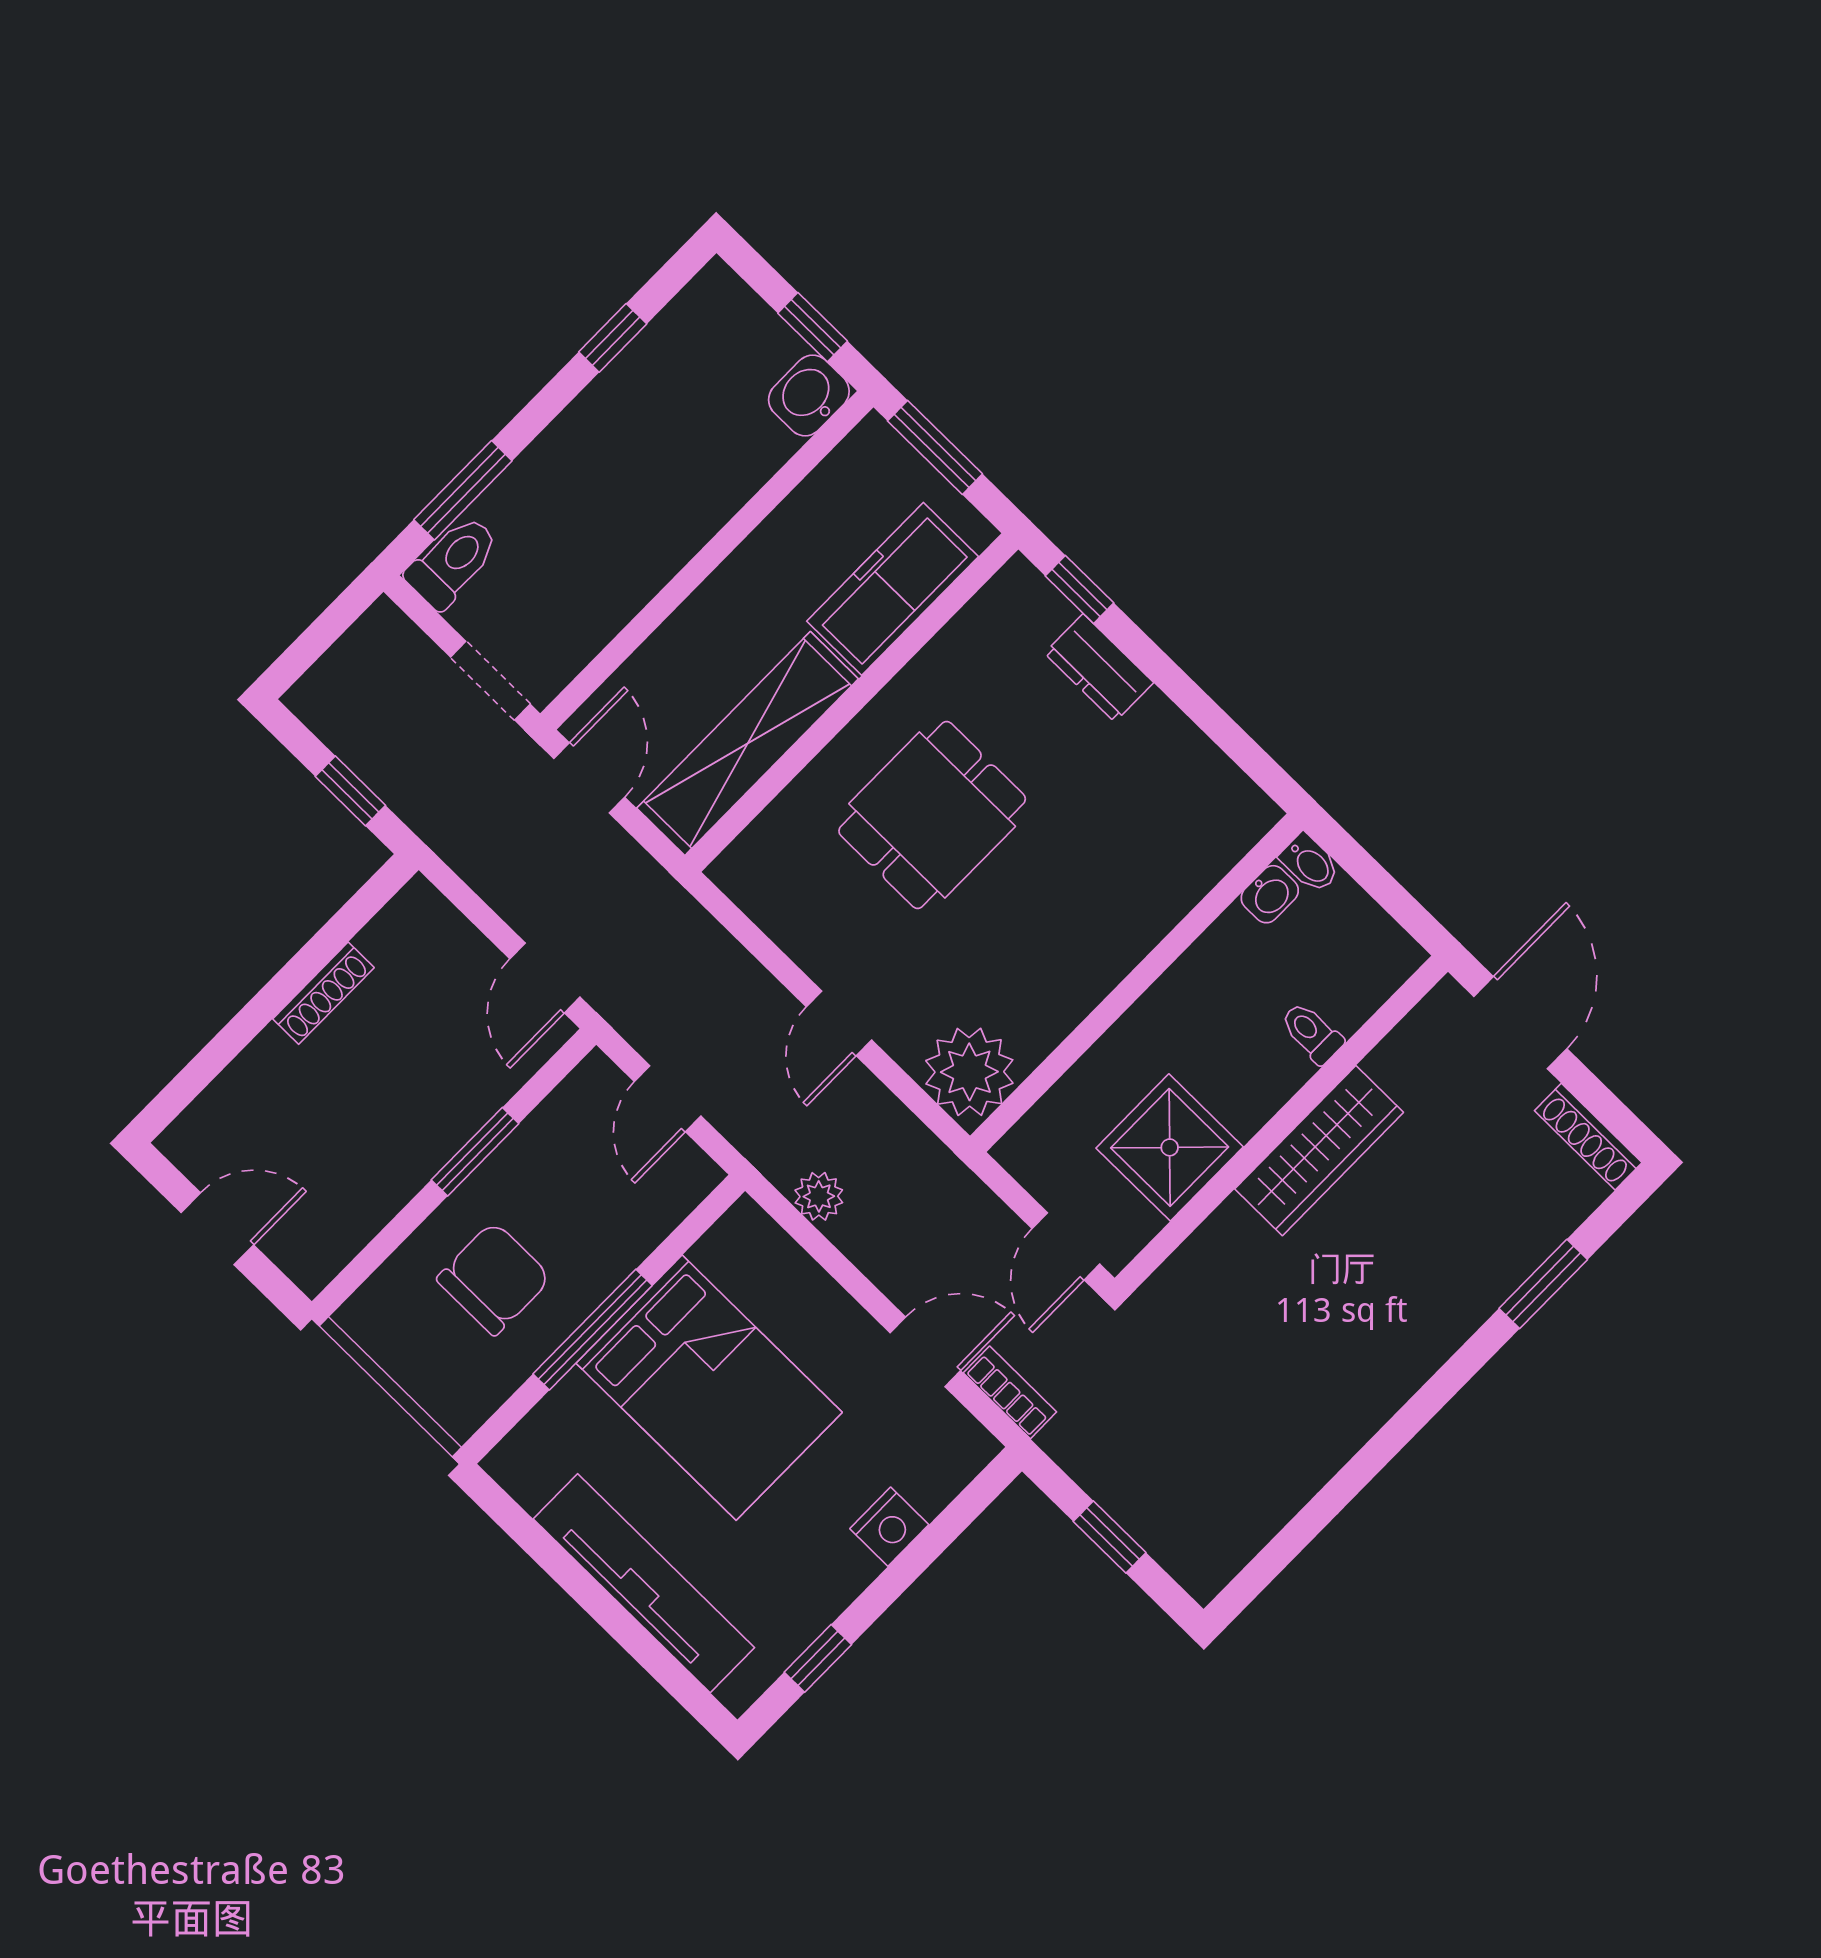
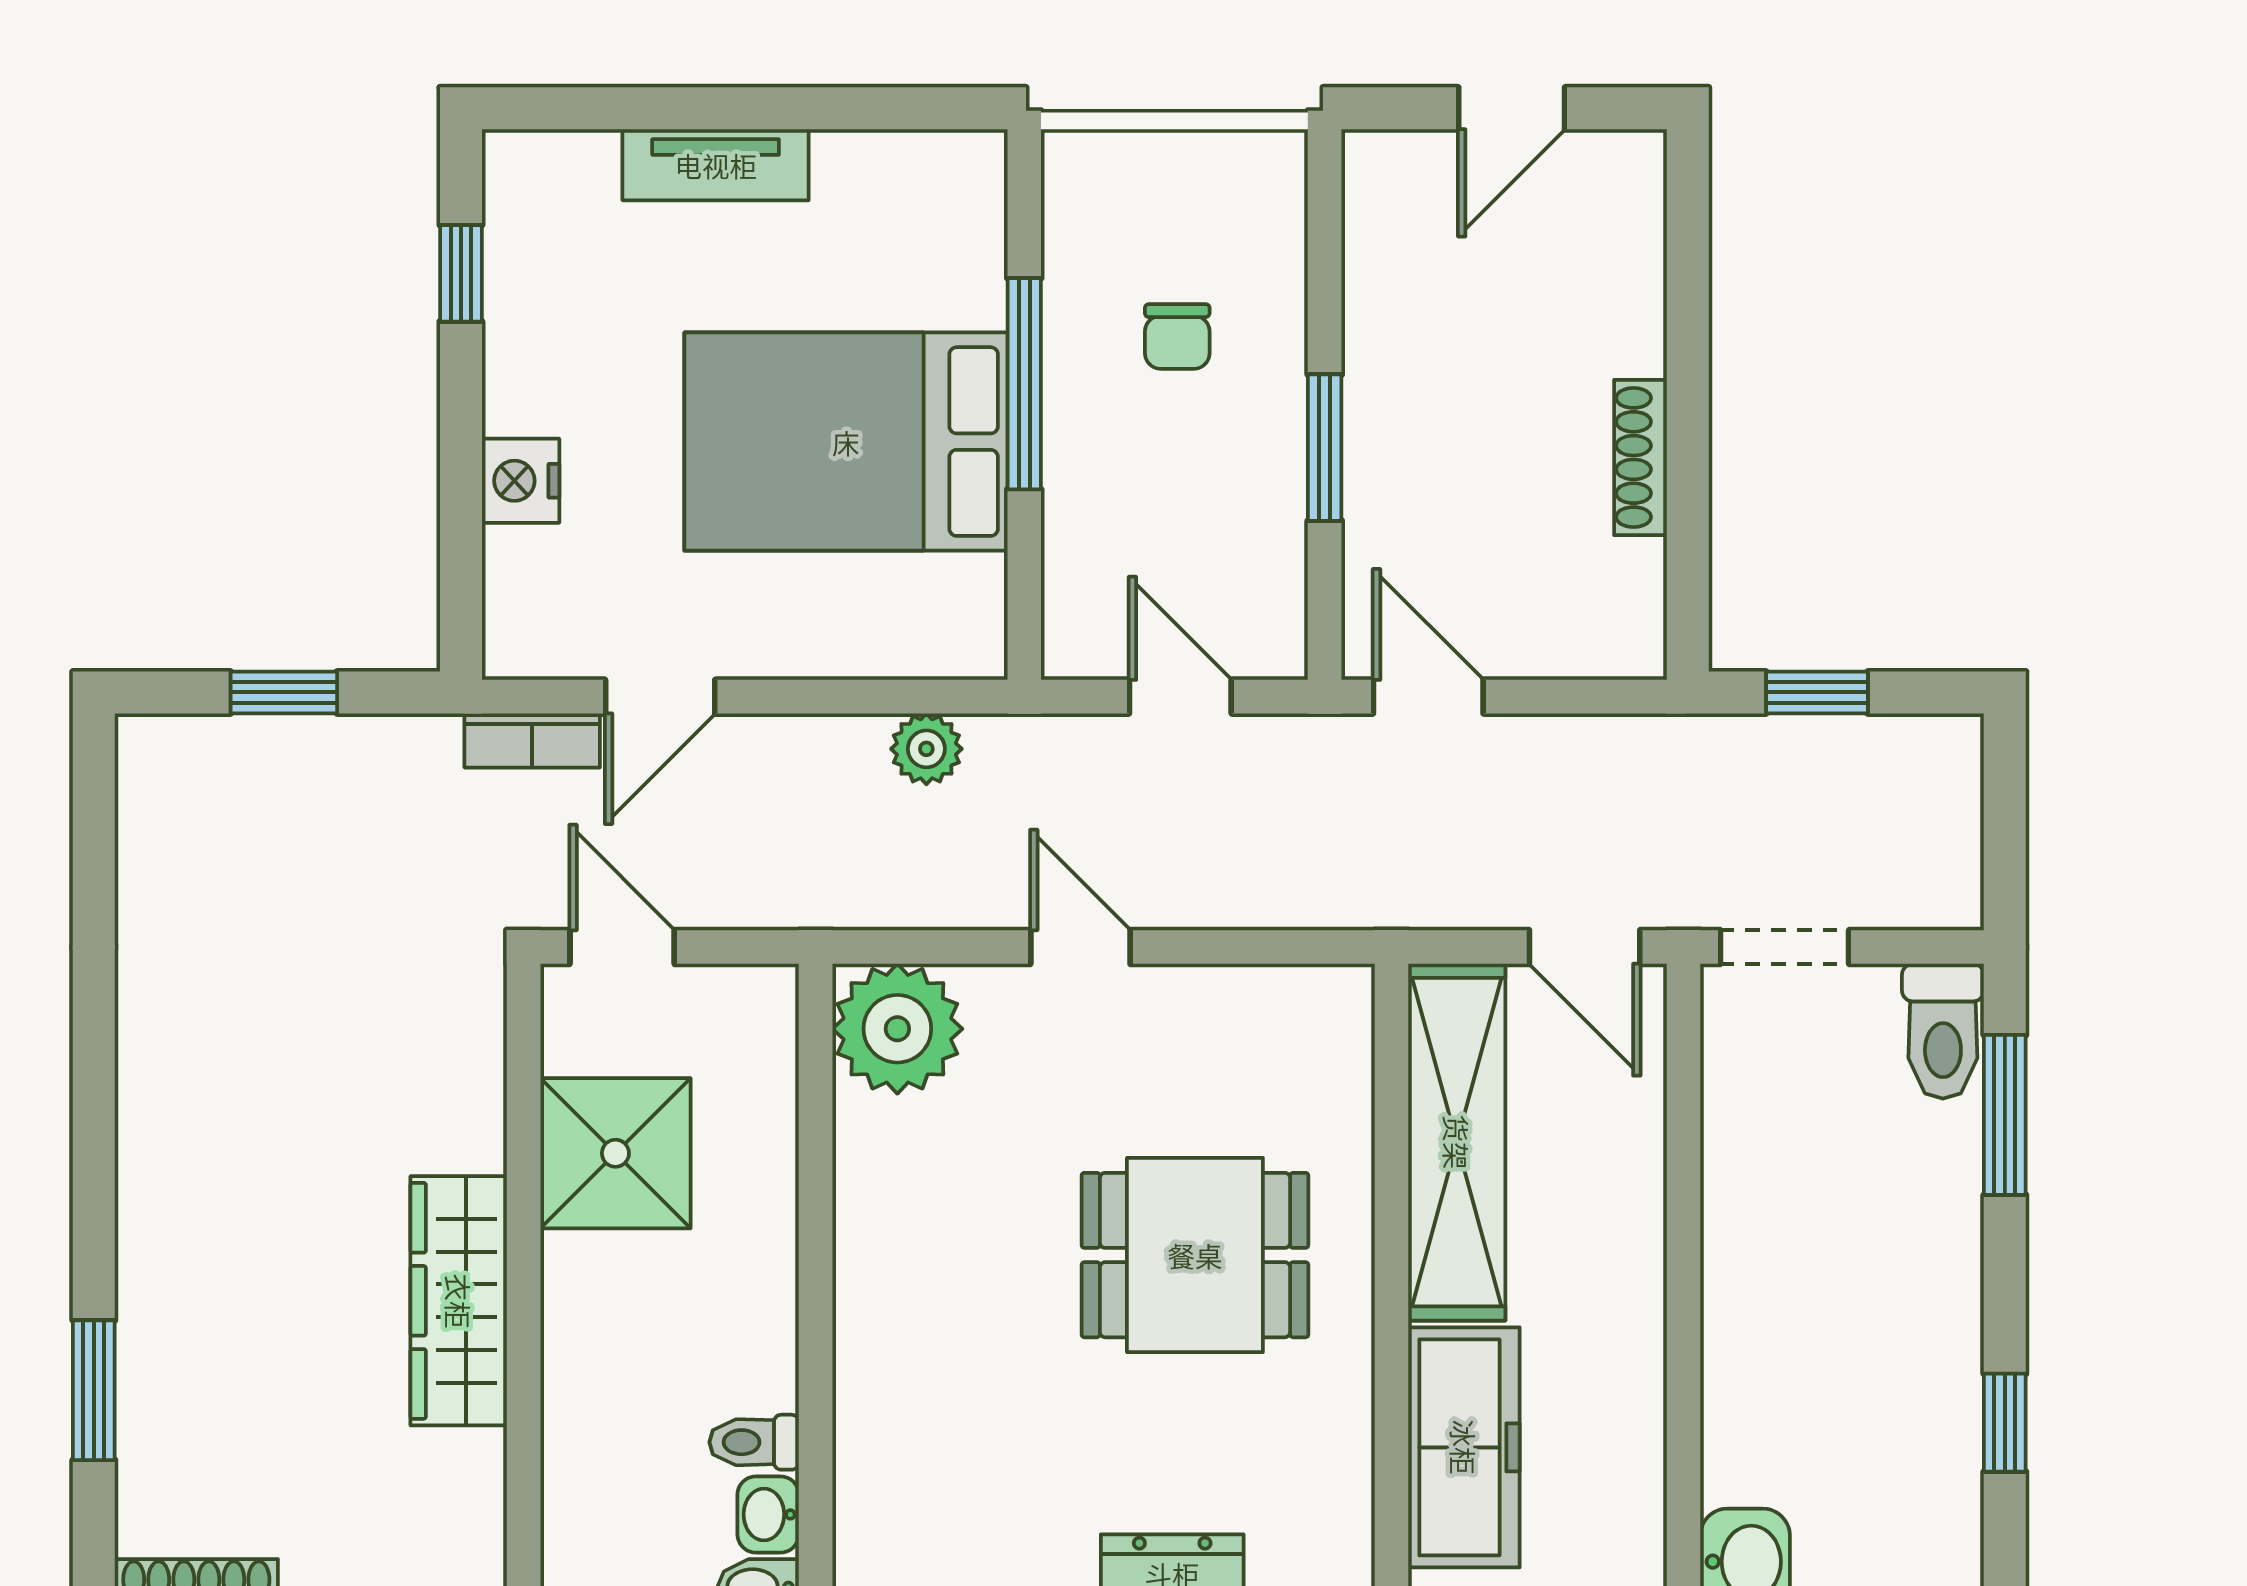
dining table: (932, 815) -> (1195, 1255), turned 90
toilet: (1312, 1033) -> (754, 1442), moved, turned 180
chair: (494, 1279) -> (1177, 336), width x0.54, depth x0.54
tv unit: (644, 1583) -> (716, 165), width x0.52, depth x0.78

